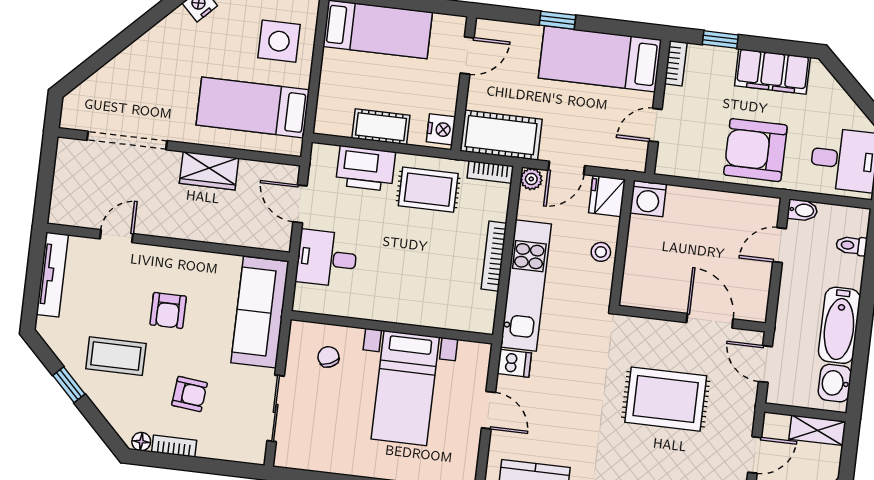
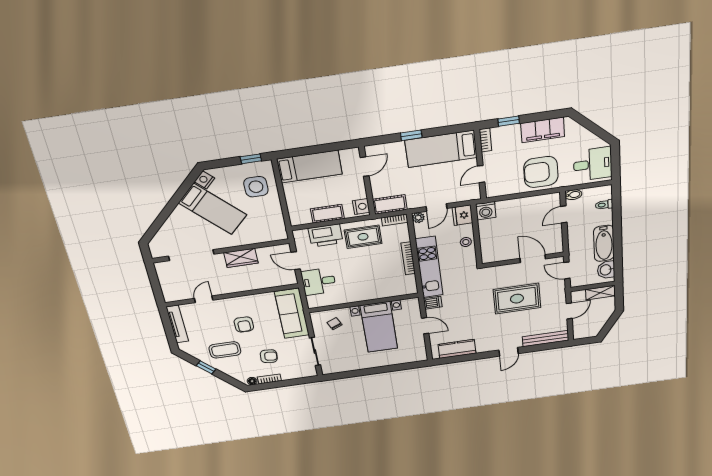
bed: (253, 107) -> (213, 209), moved, turned -135
cot: (501, 135) -> (390, 204), width x0.73, depth x0.75

